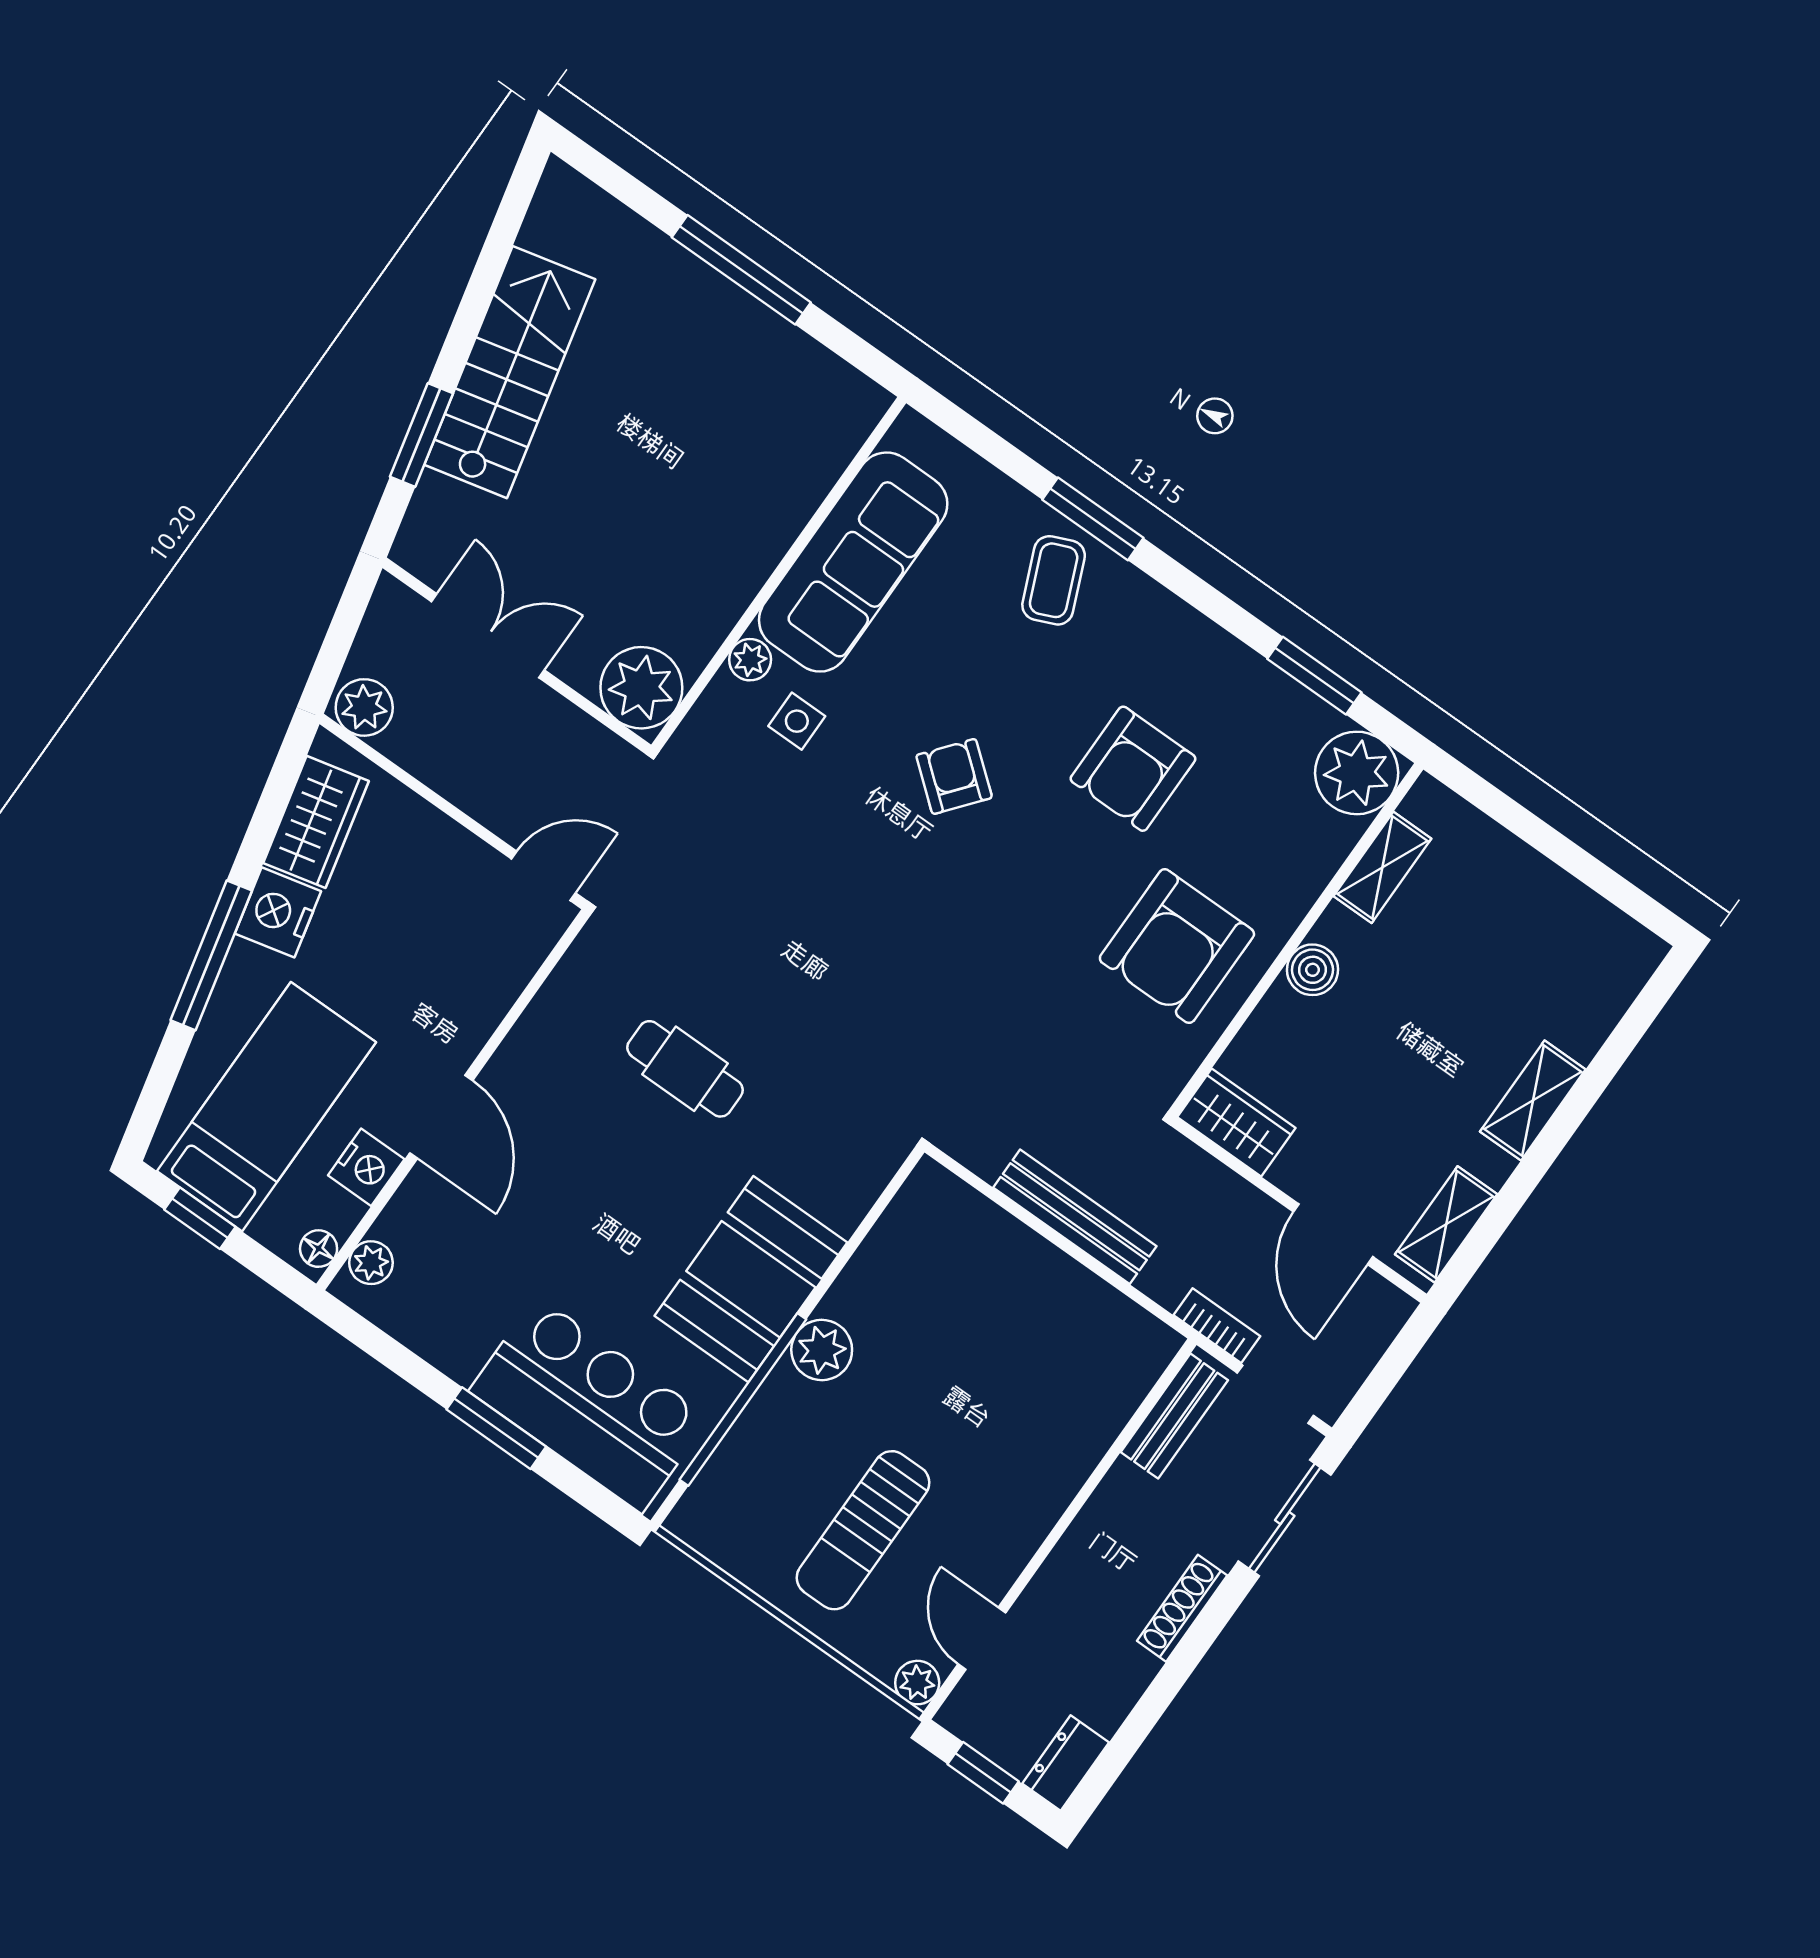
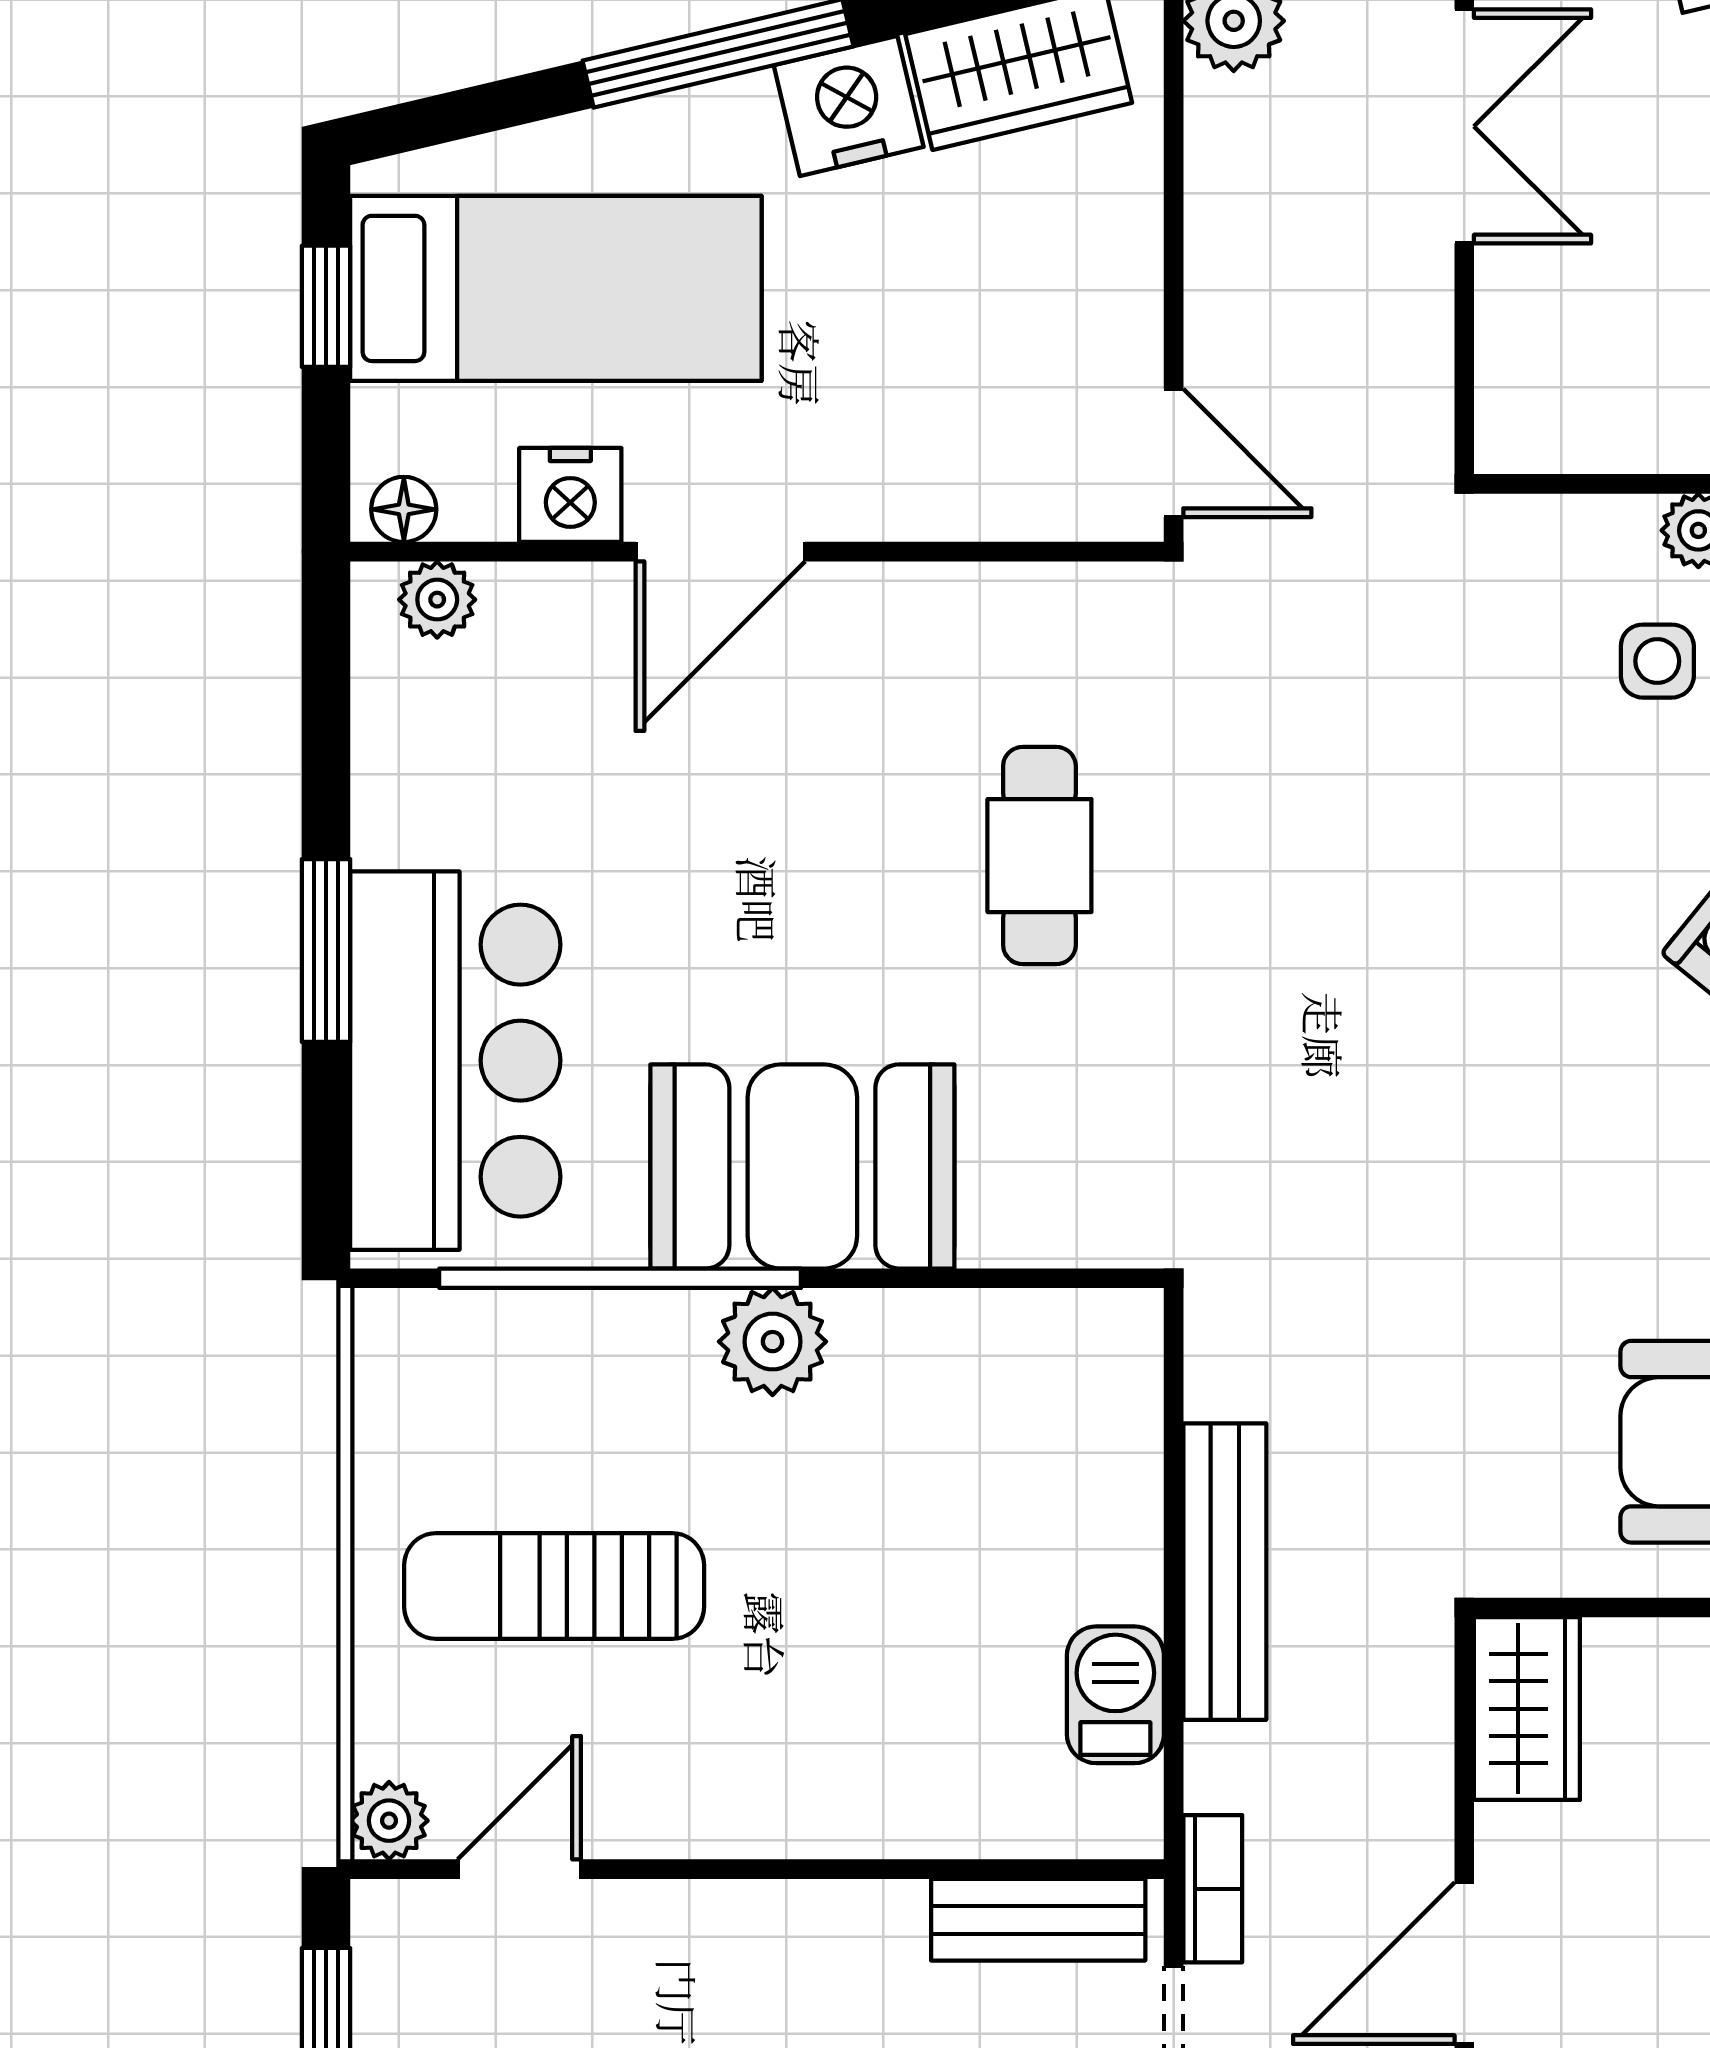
plant: (641, 688) -> (1546, 402), removed
barbecue: (1096, 1307) -> (1115, 1695), added

